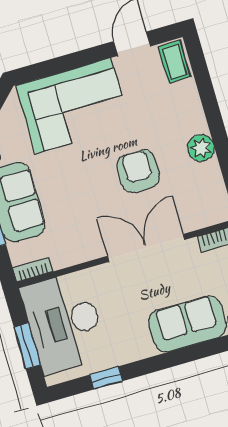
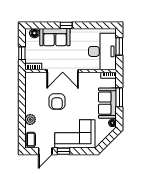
window: (88, 56) -> (64, 151), added
plant: (201, 148) -> (30, 119), moved
window: (106, 378) -> (66, 25), moved

